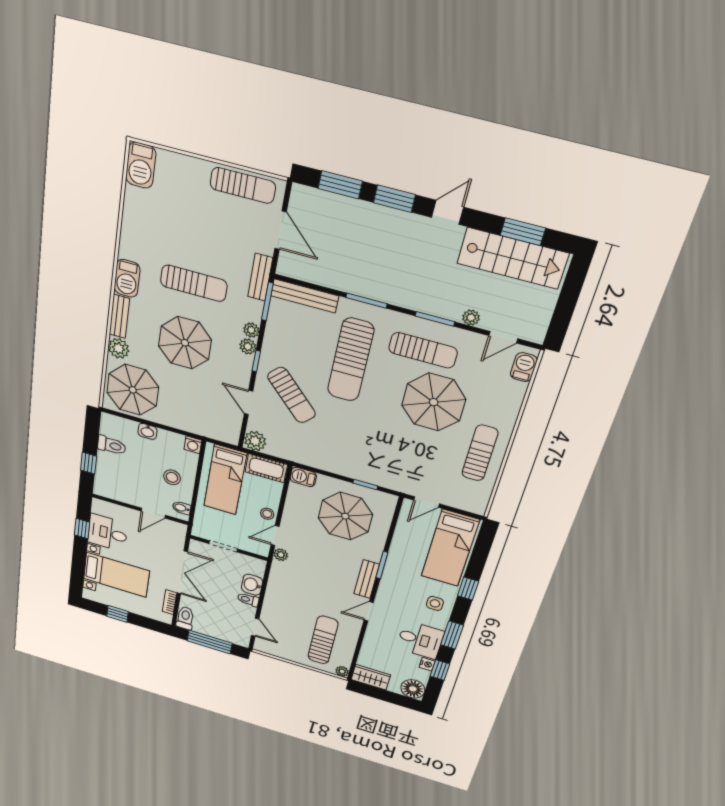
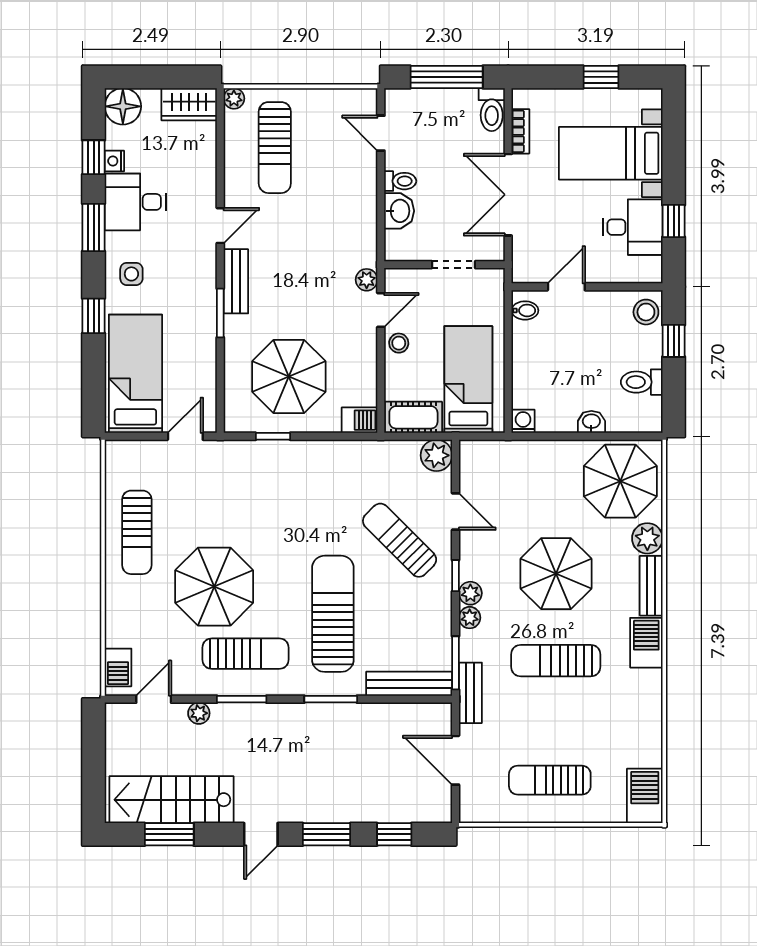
sun lounger: (243, 185) -> (550, 780), moved
window: (340, 185) -> (394, 834), width x0.67
sun lounger: (423, 350) -> (245, 654), turned 180
stool: (172, 477) -> (646, 312), moved

